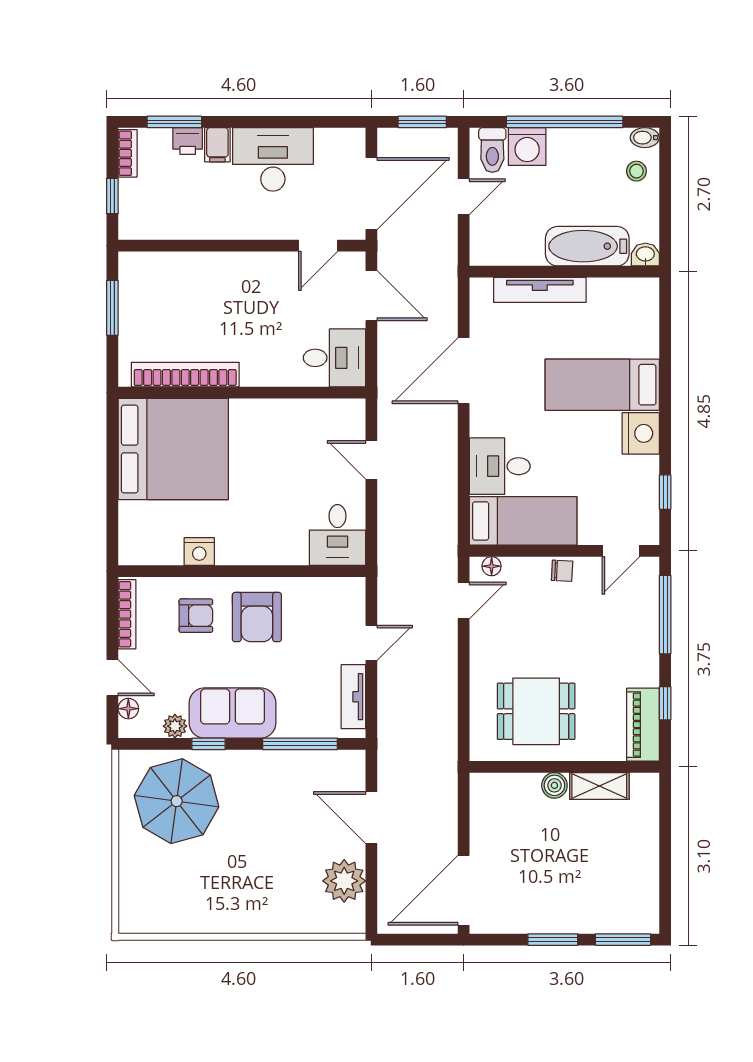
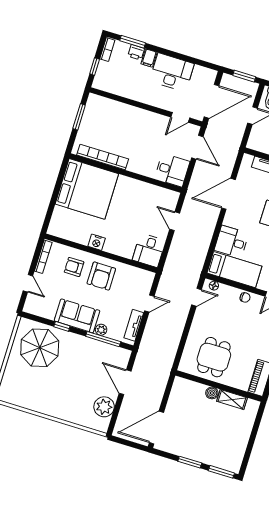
nightstand: (199, 551) -> (97, 242), moved
armchair: (196, 616) -> (74, 267), turned 180
floor lamp: (128, 709) -> (31, 299), removed
dining table: (536, 711) -> (214, 357), turned 90
plant: (175, 726) -> (101, 330), moved

